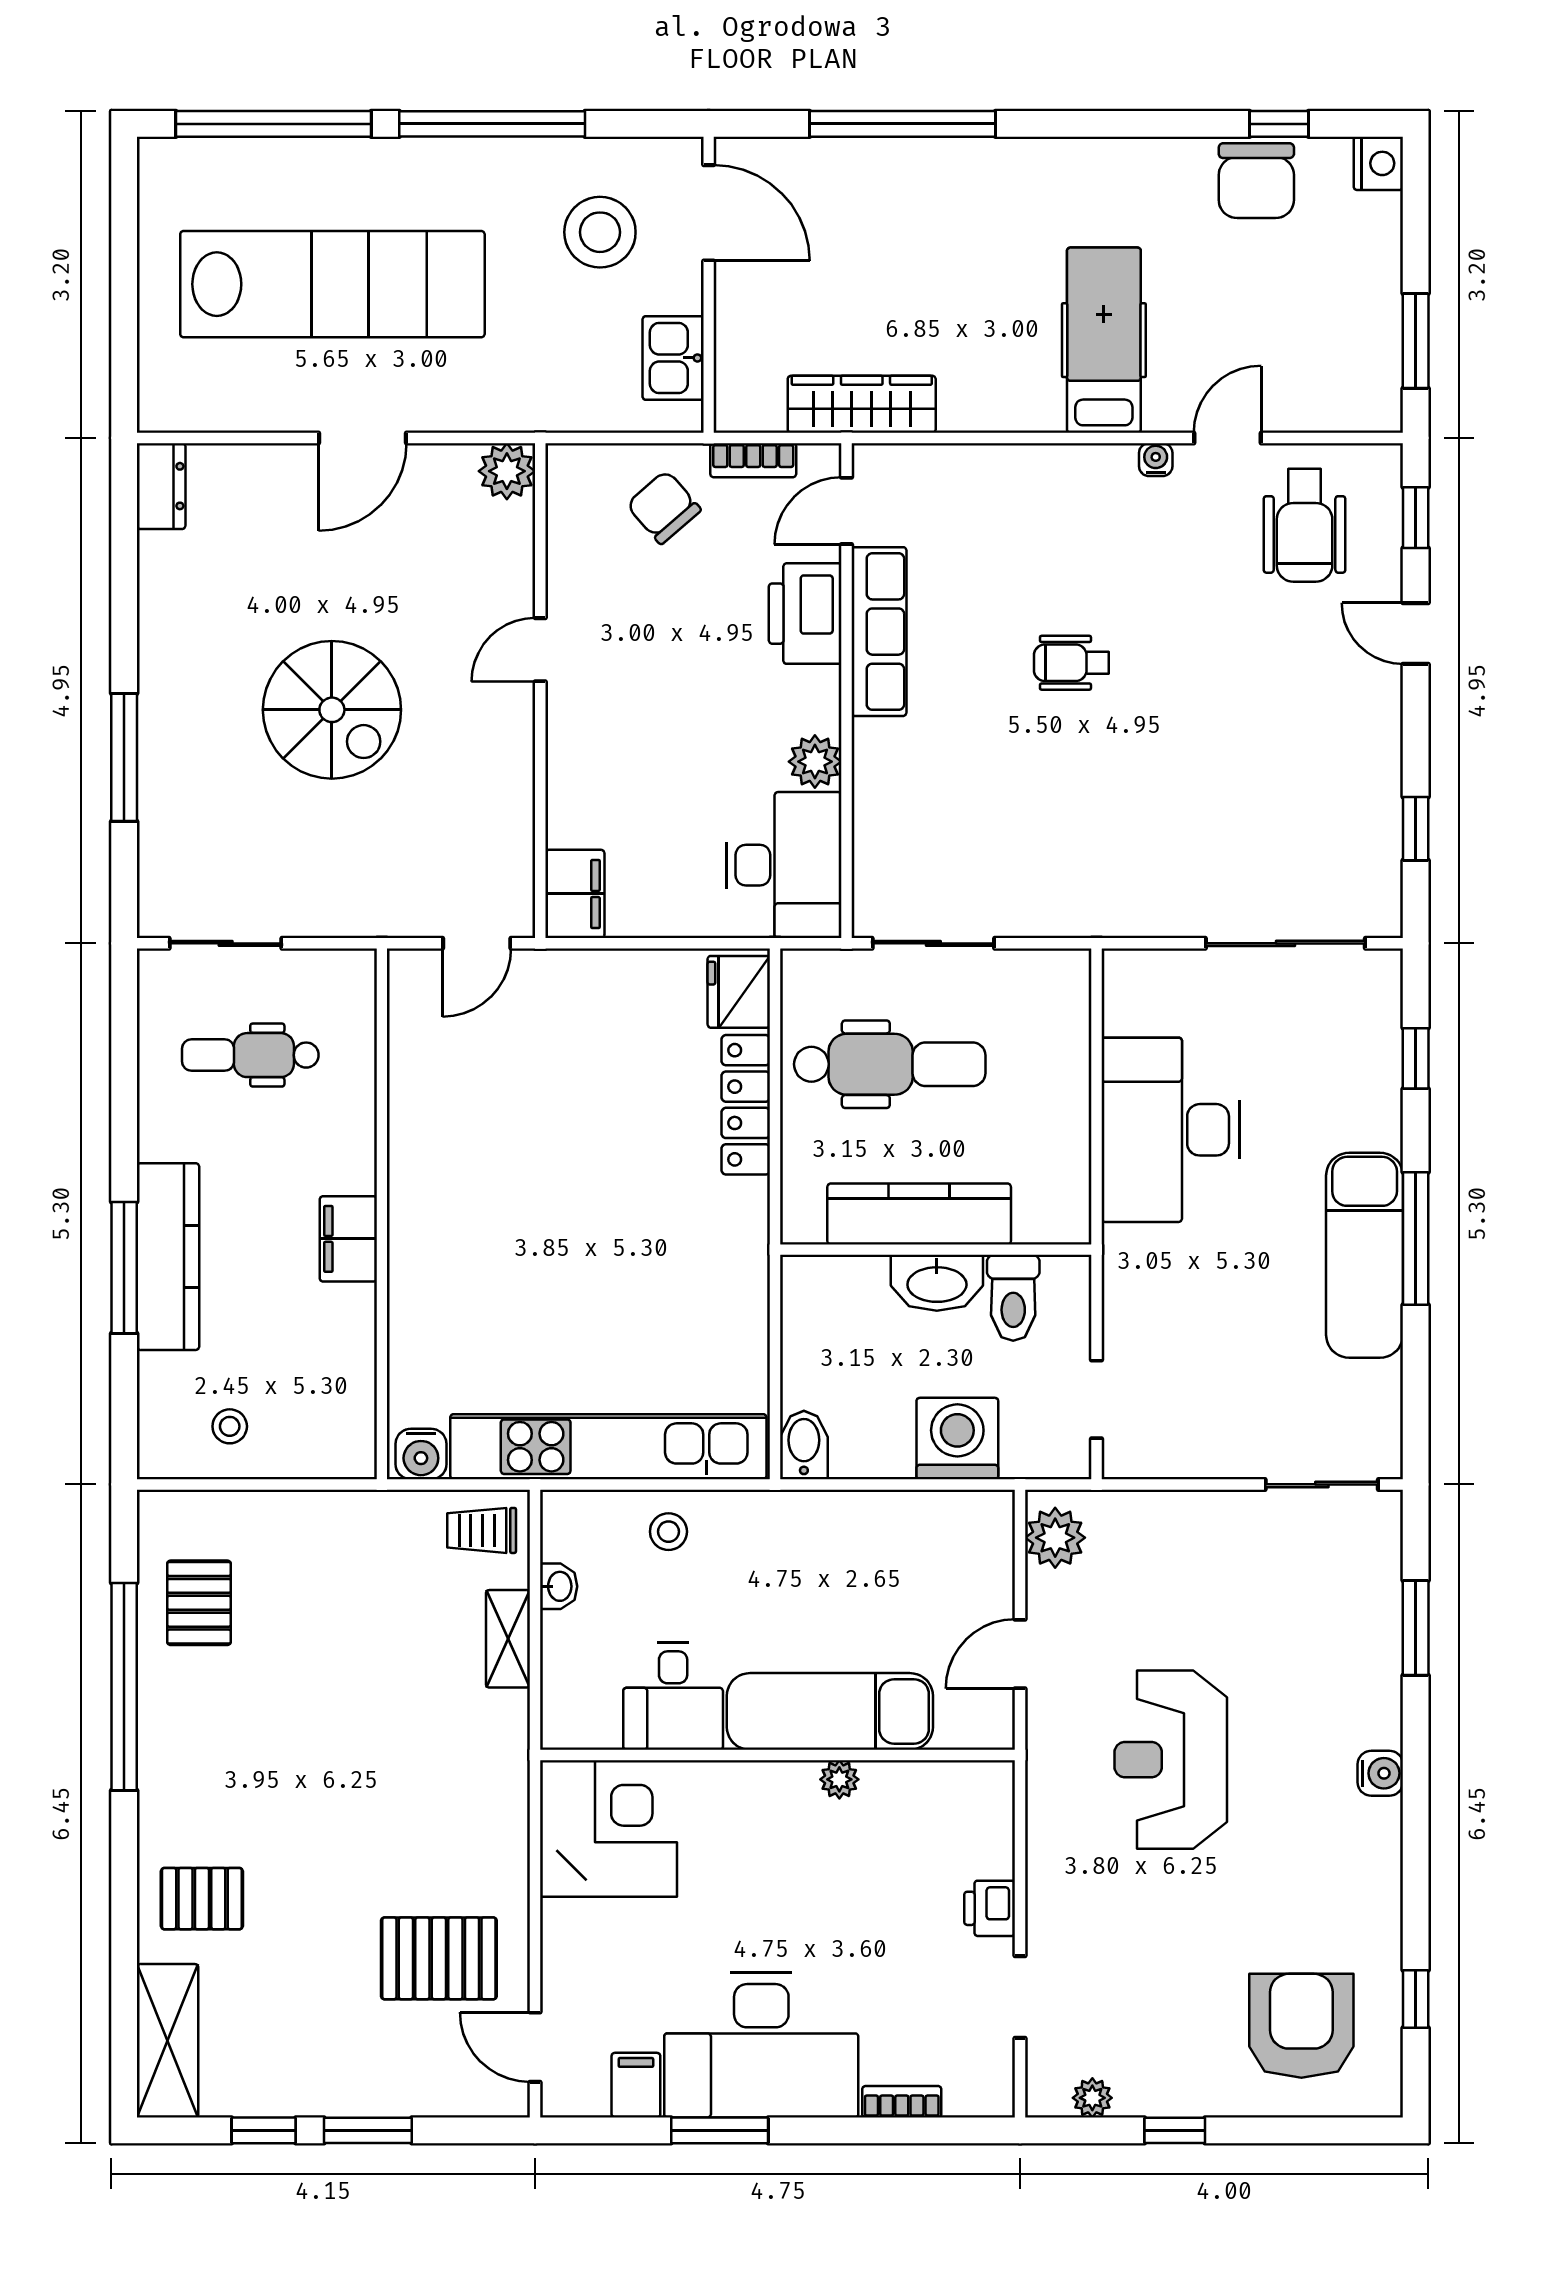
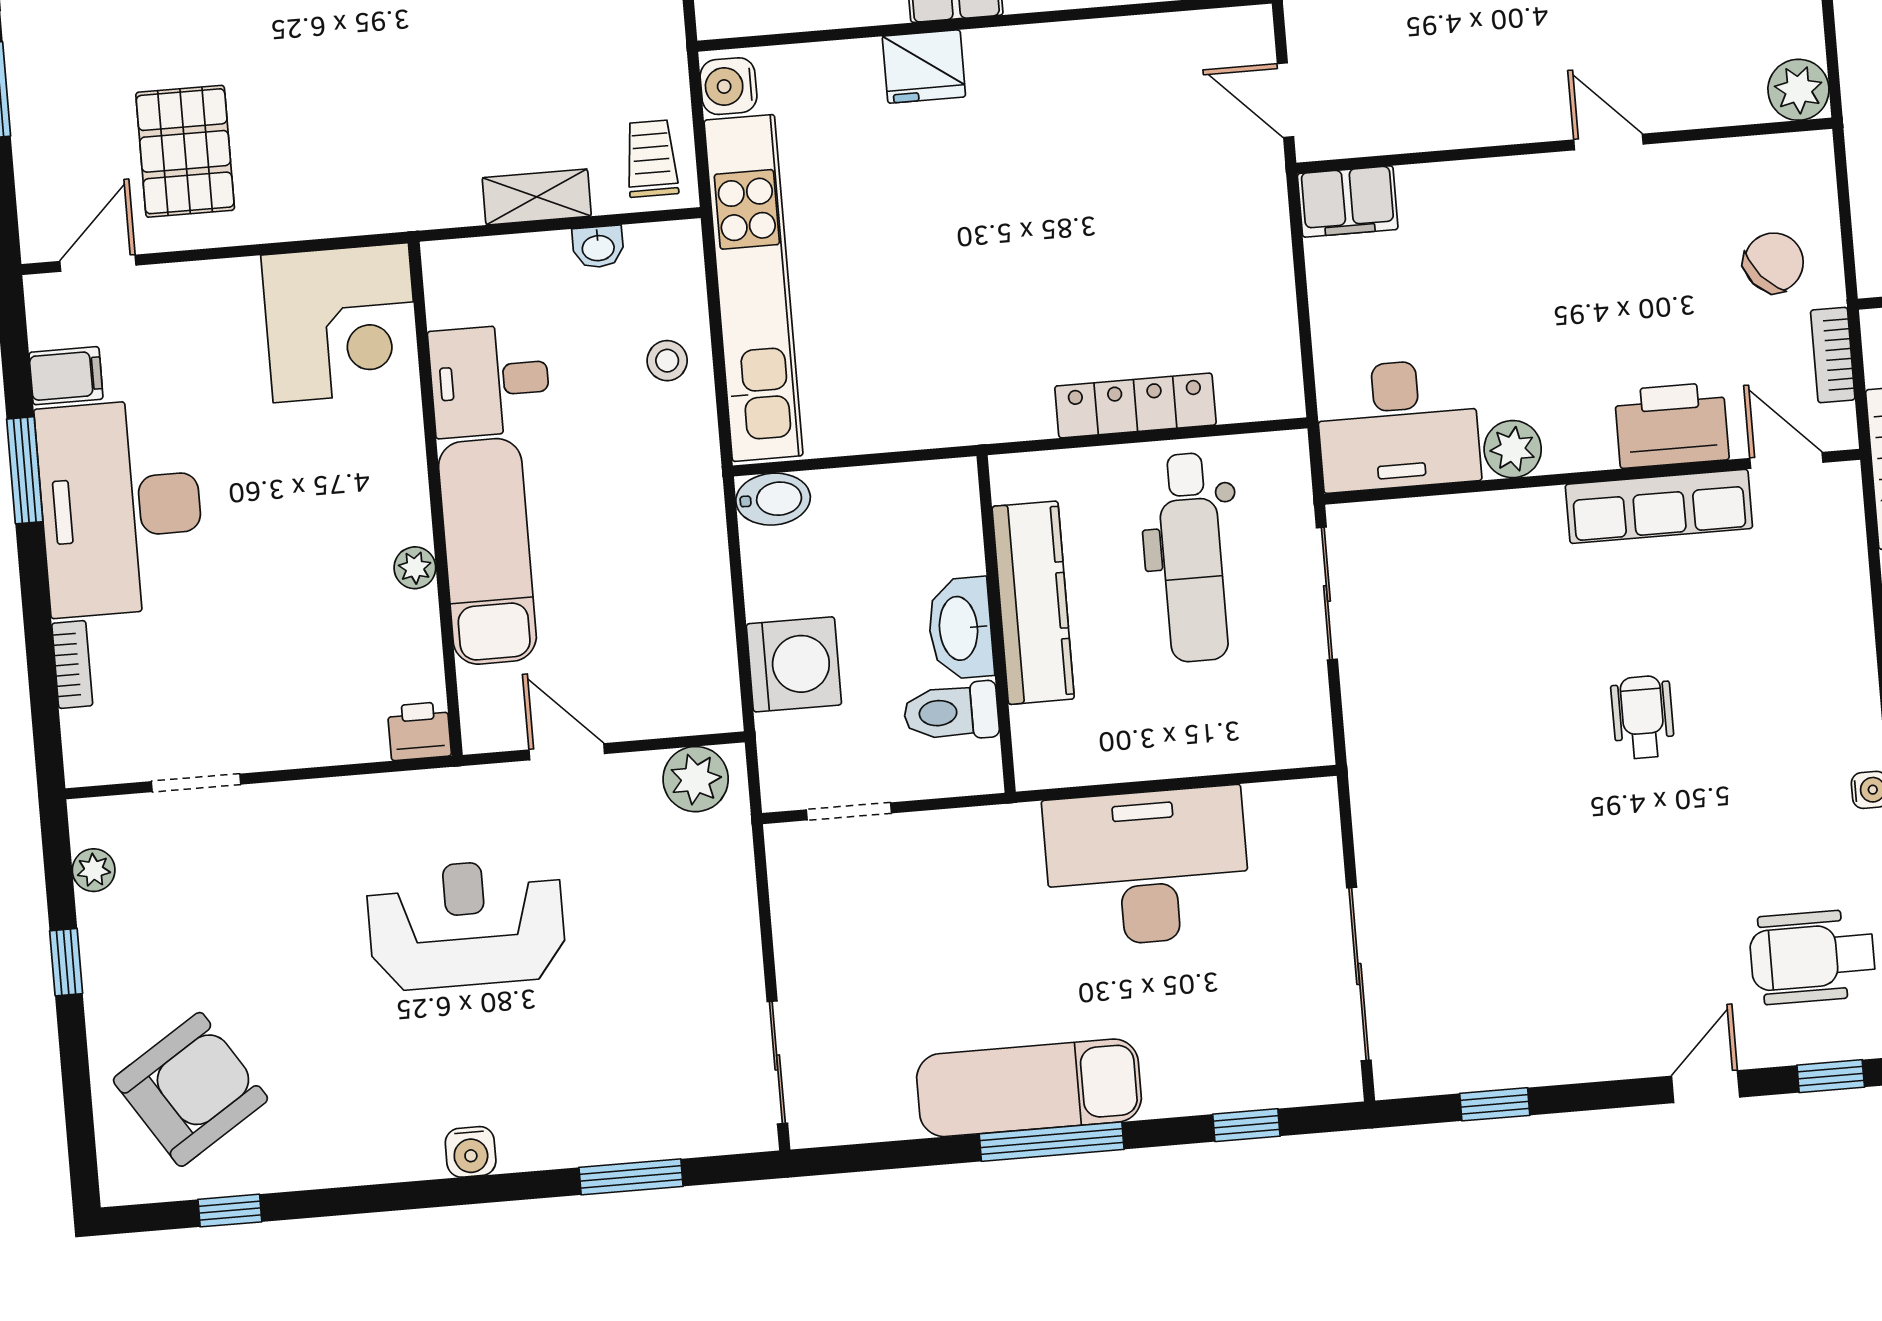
fridge: (739, 992) -> (924, 67), moved, turned 180
printer: (990, 1908) -> (419, 731), moved
armchair: (1301, 2026) -> (190, 1089), turned -33

